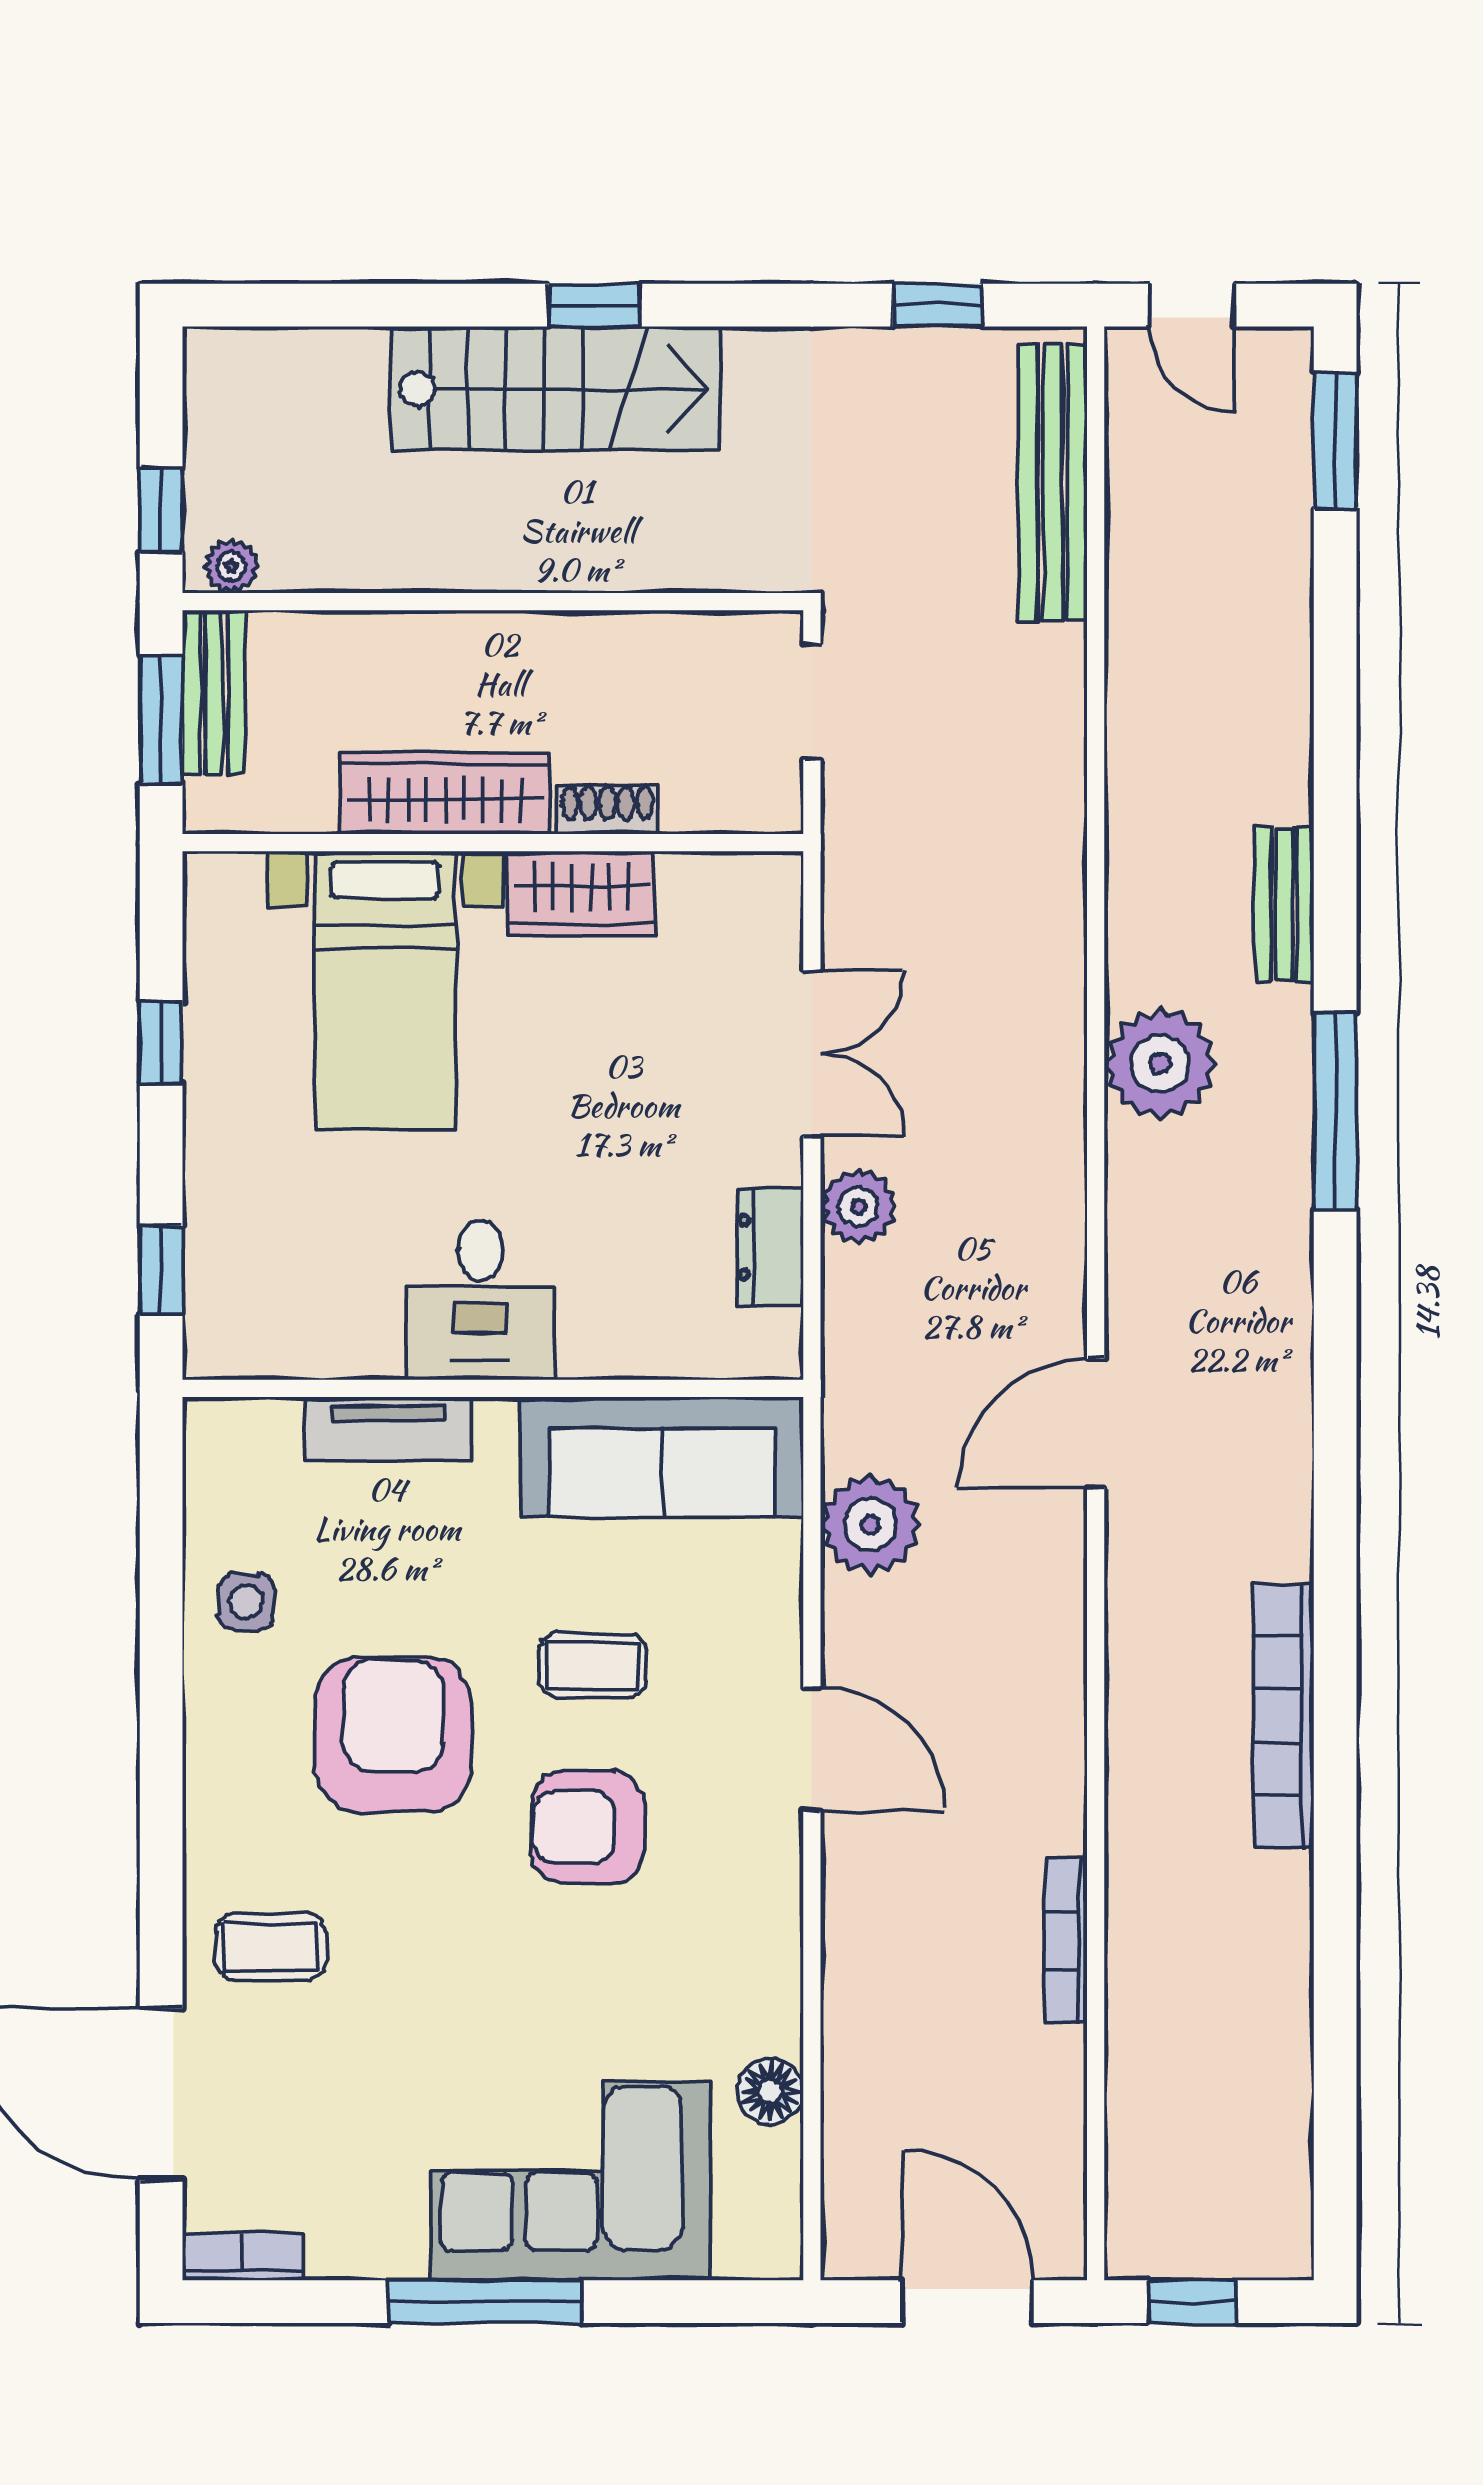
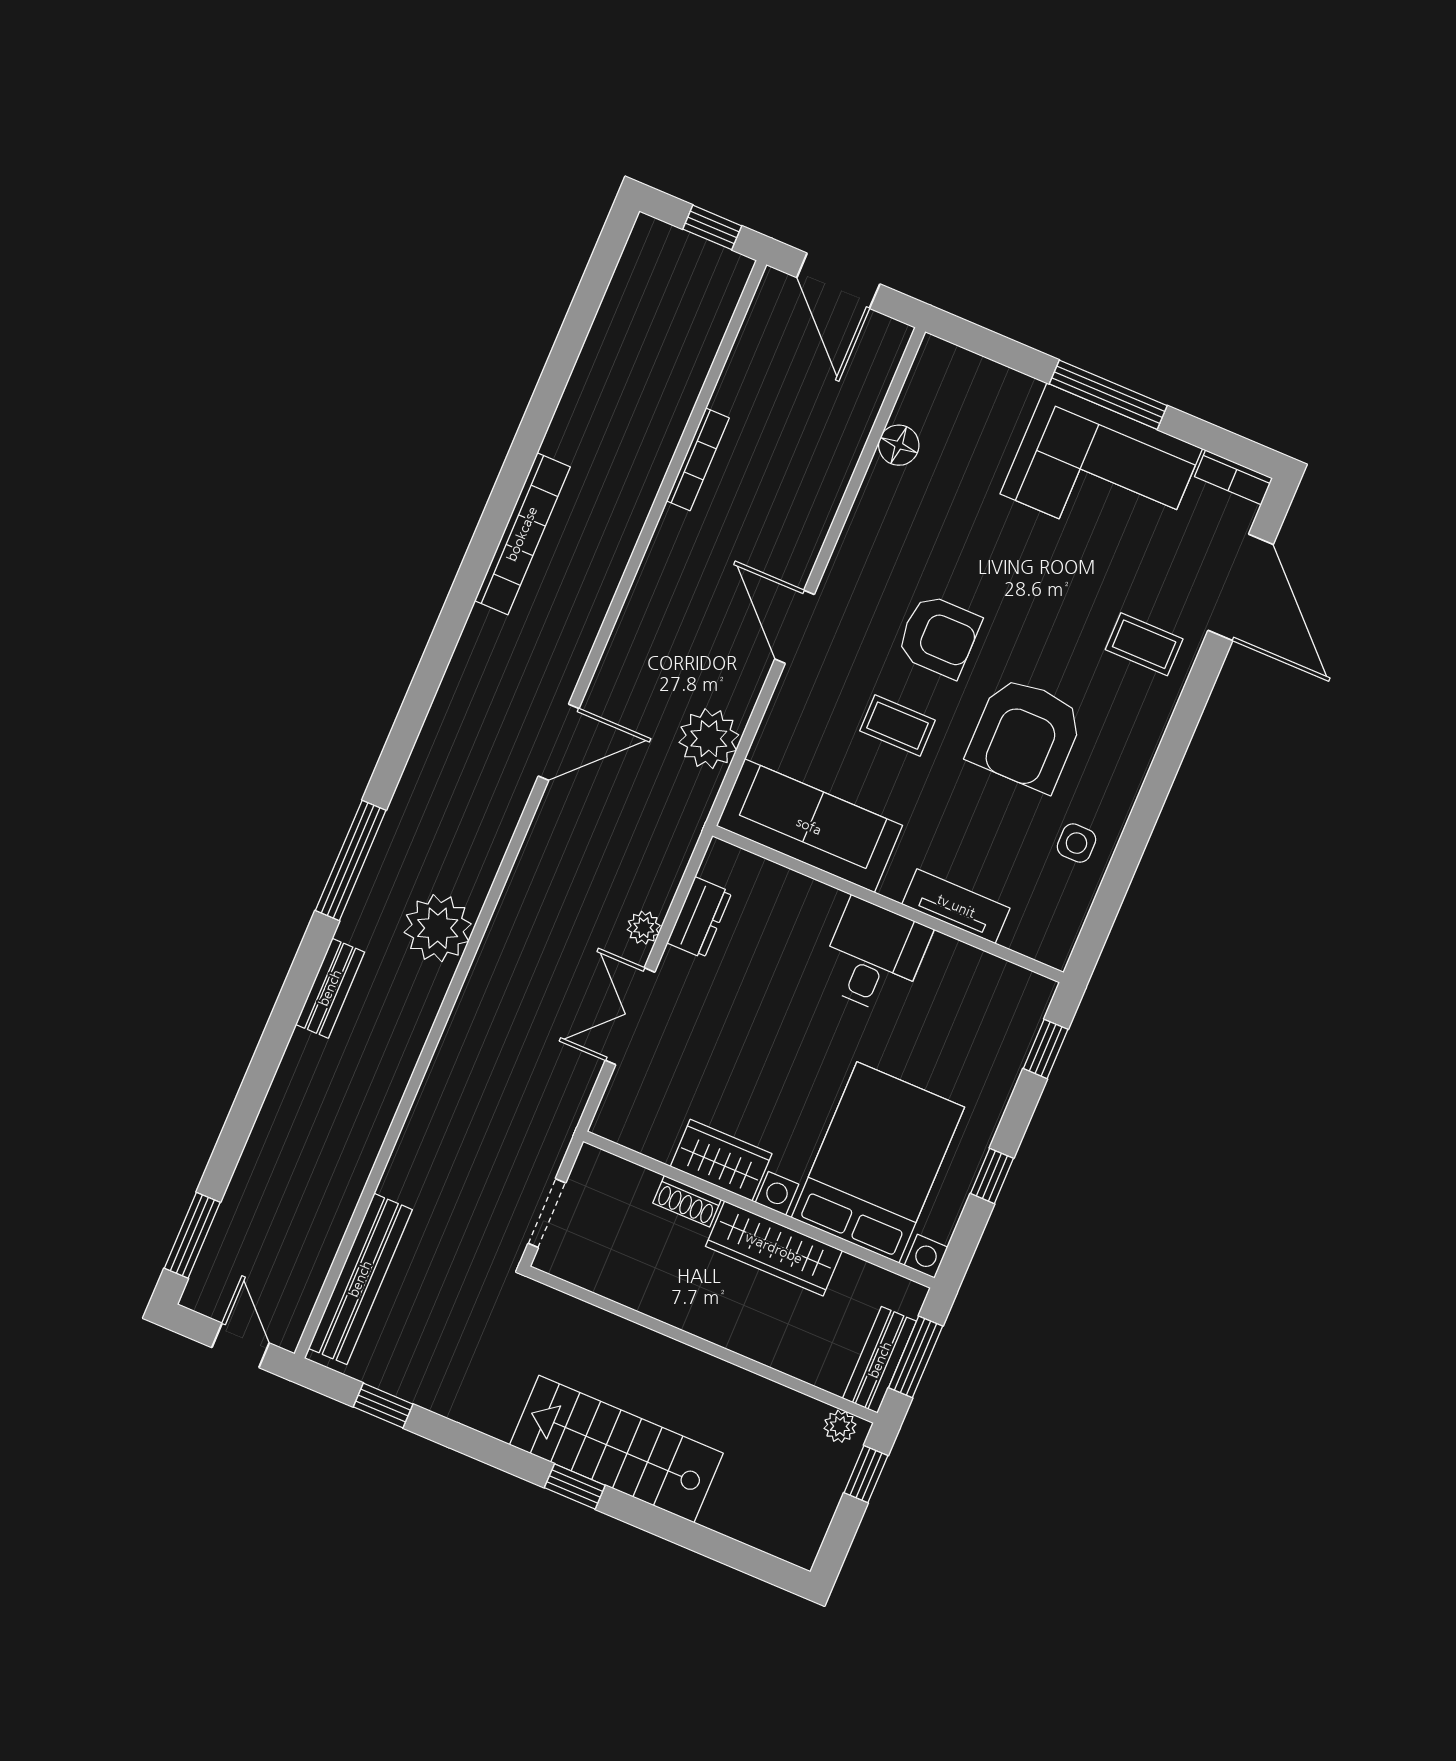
bed with nightstands: (385, 990) -> (878, 1162), width x1.36
plant: (858, 1207) -> (644, 928), width x0.73, depth x0.73
corner sofa: (571, 2181) -> (1101, 471), moved

